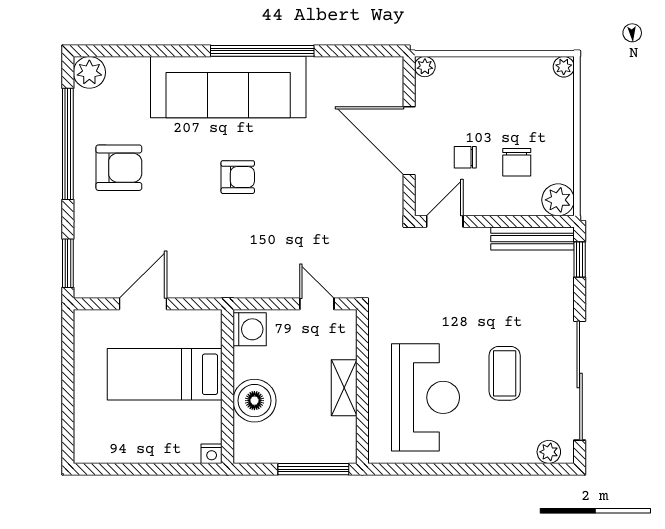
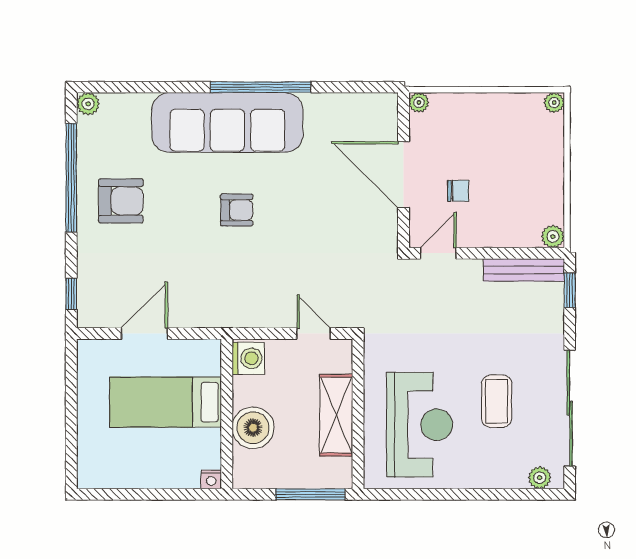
plant: (89, 72) -> (88, 104), width x0.73, depth x0.73
chair: (465, 157) -> (458, 191), turned 180
chair: (517, 162) -> (508, 196), removed
plant: (558, 200) -> (553, 236), width x0.73, depth x0.73
window: (68, 263) -> (71, 294), width x0.67
shelving: (344, 388) -> (336, 415), width x1.50, depth x1.33

